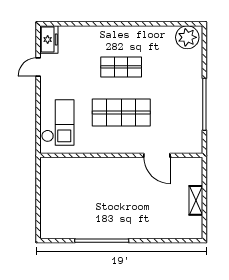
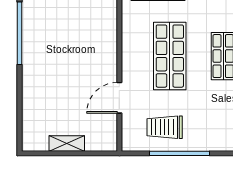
trolley: (182, 117) -> (165, 127), added

